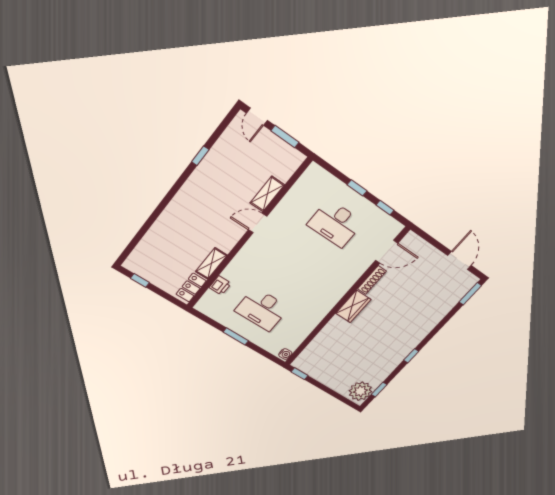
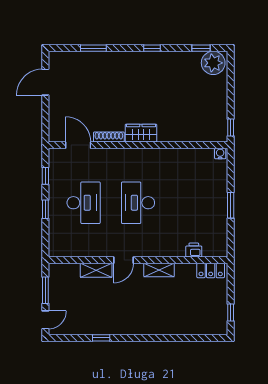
door: (258, 223) -> (123, 260), hinge flipped
shelving: (211, 263) -> (159, 270), moved
window: (470, 294) -> (93, 48), moved
desk: (262, 309) -> (138, 203), moved, turned 180

